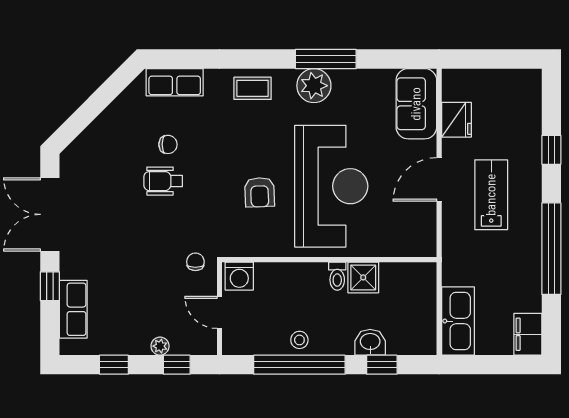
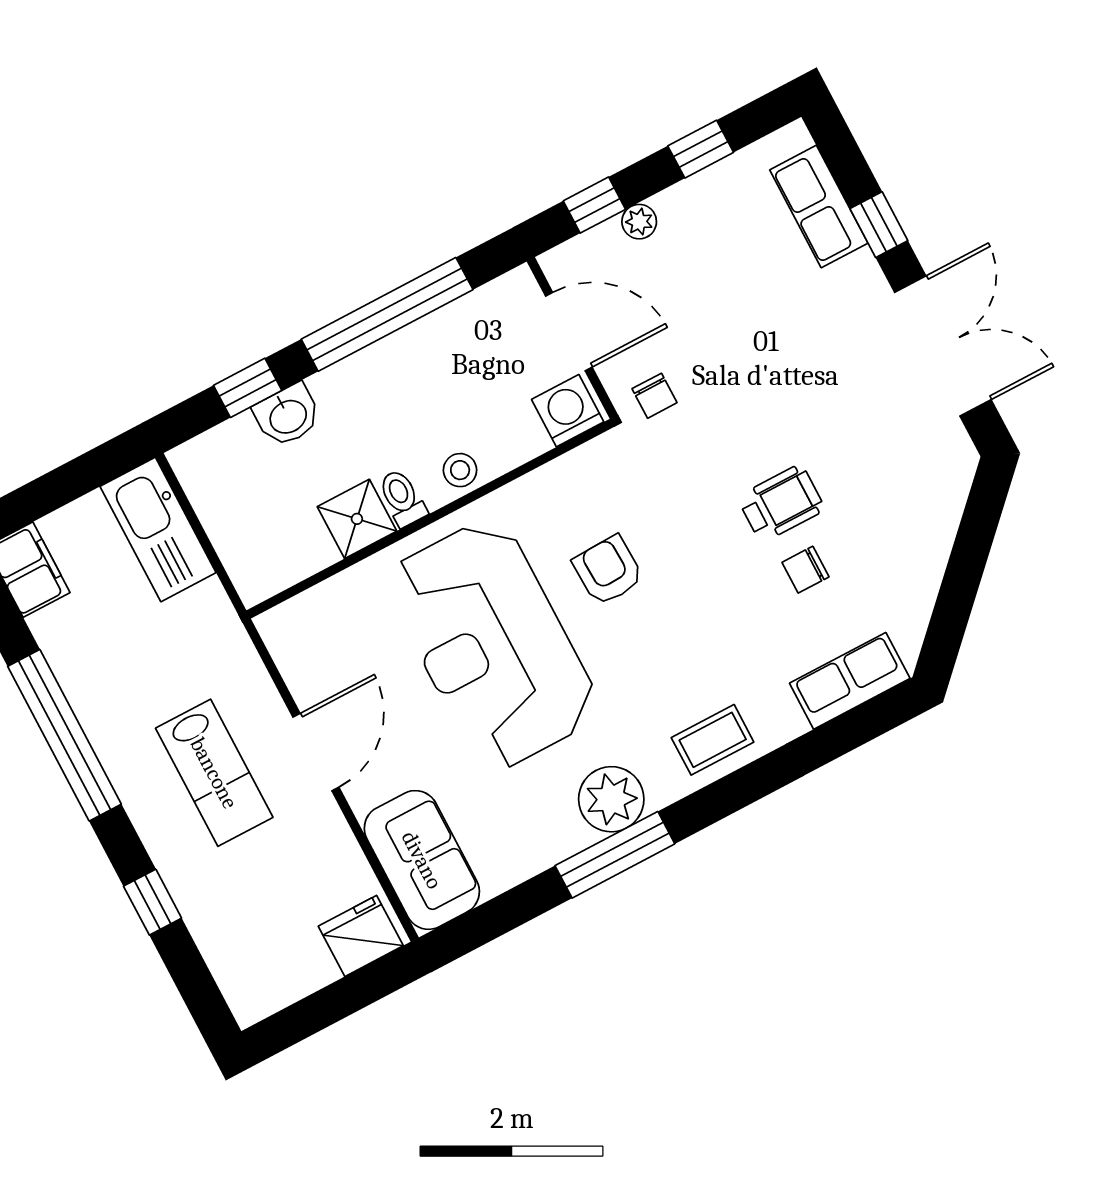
fridge: (456, 120) -> (361, 936), moved, turned 90
door: (219, 312) -> (569, 332), width x1.38
stool: (299, 340) -> (460, 470), moved

